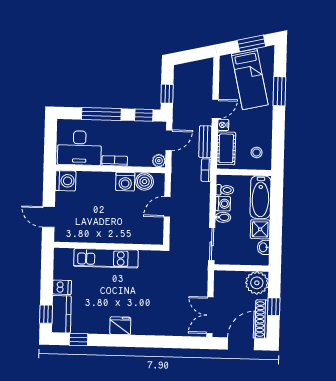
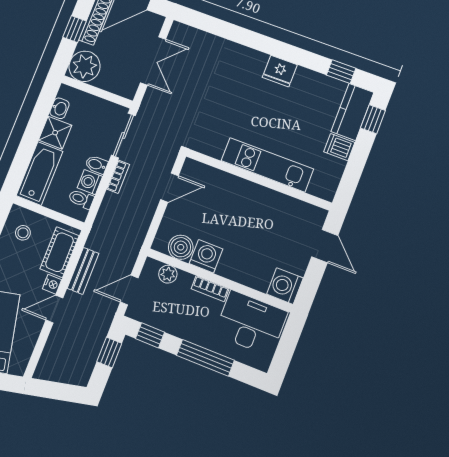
plant: (159, 161) -> (168, 274), moved
bookcase: (206, 170) -> (118, 177), moved
door: (167, 207) -> (169, 188), moved
double door: (210, 315) -> (153, 61), moved

